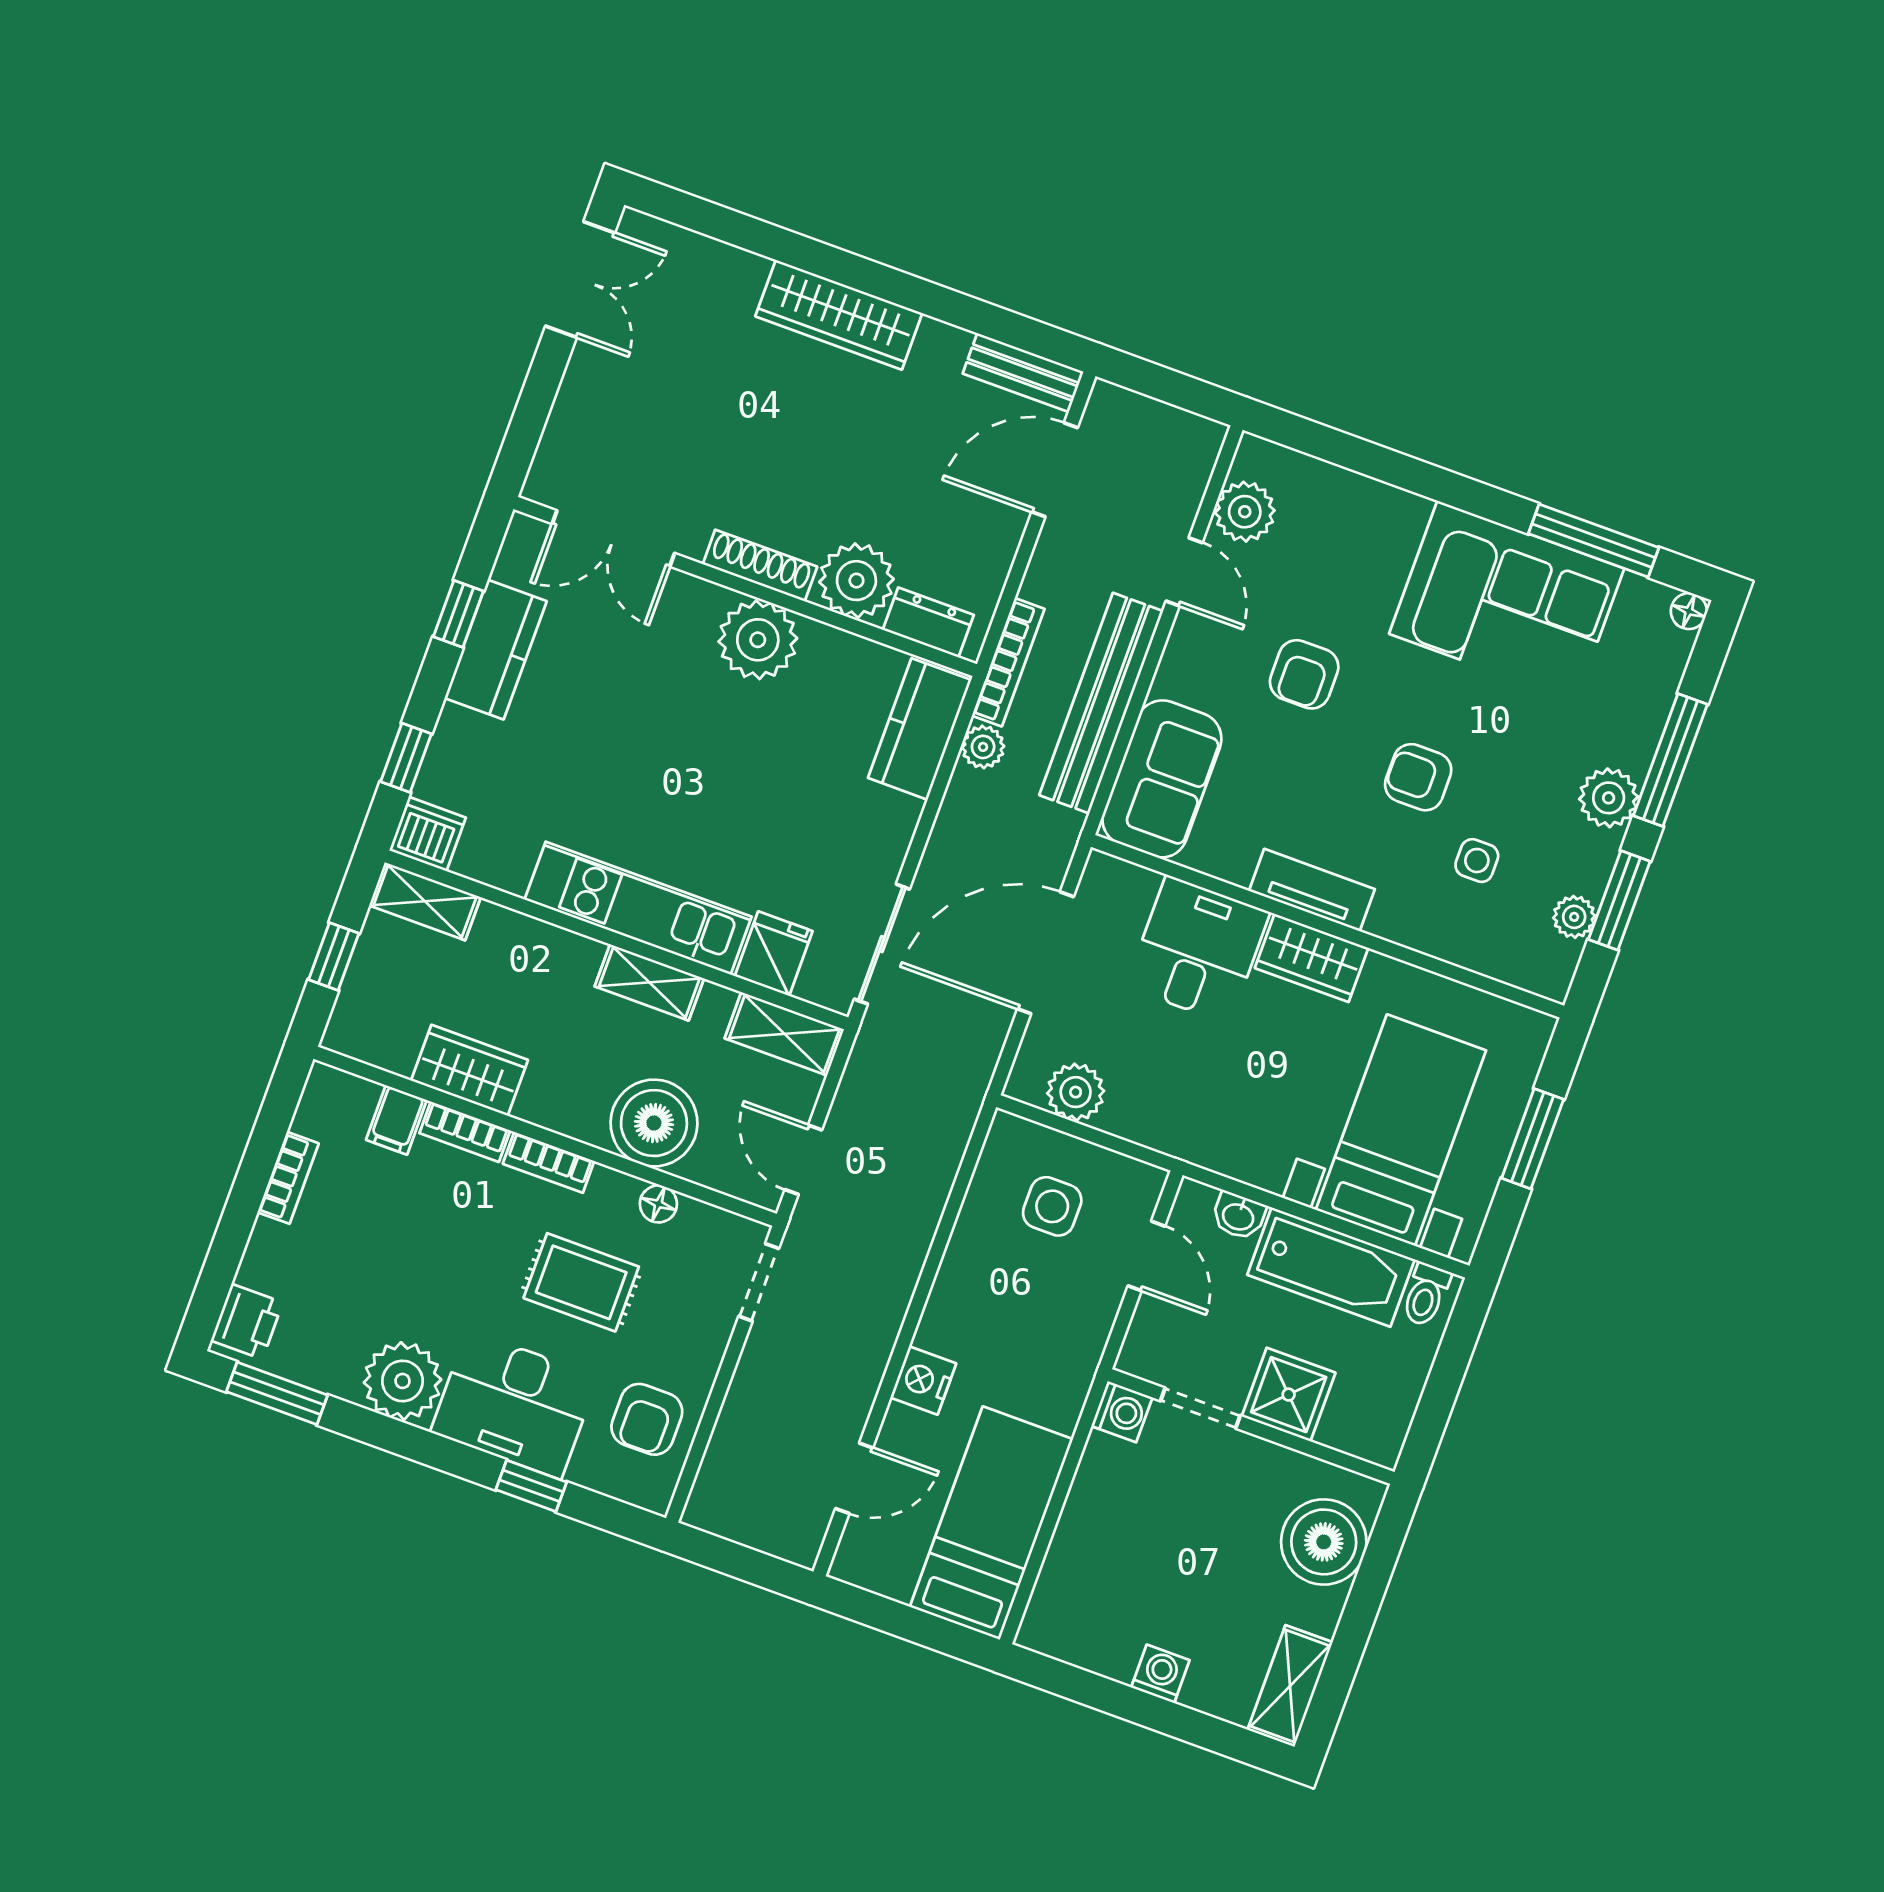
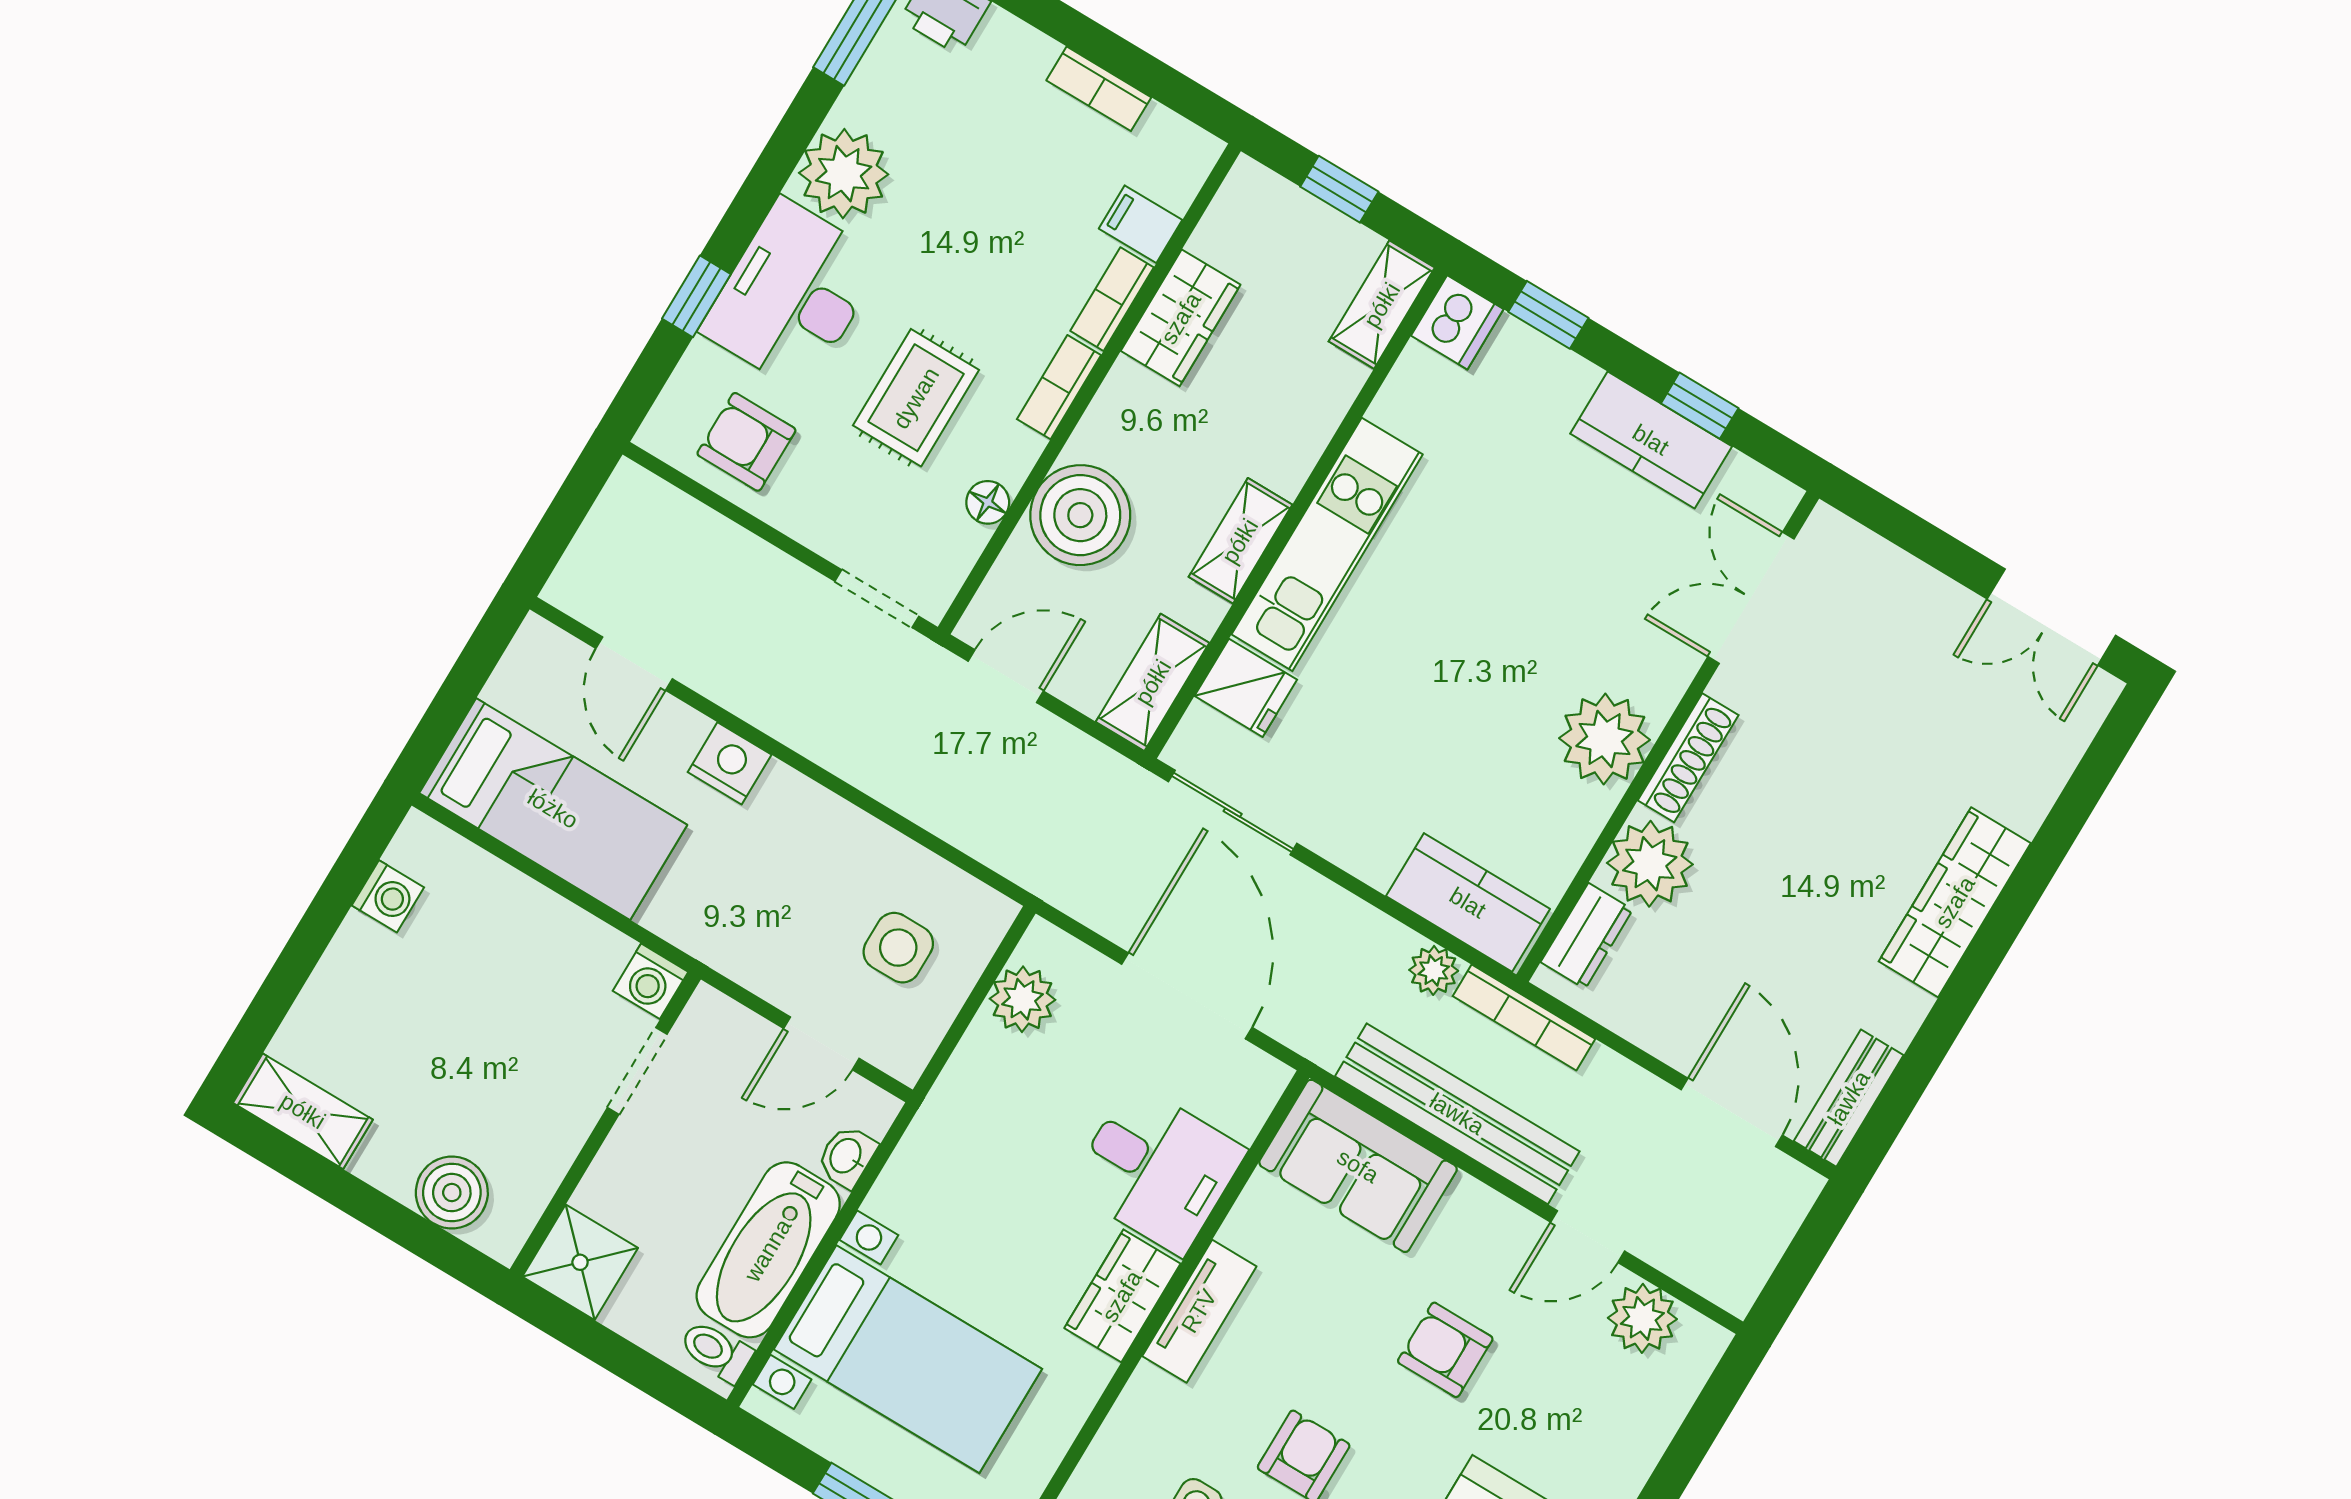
shower: (1289, 1395) -> (580, 1262), moved
boiler: (1324, 1542) -> (452, 1193), width x0.73, depth x0.73
washing machine: (1160, 1674) -> (388, 896), moved

